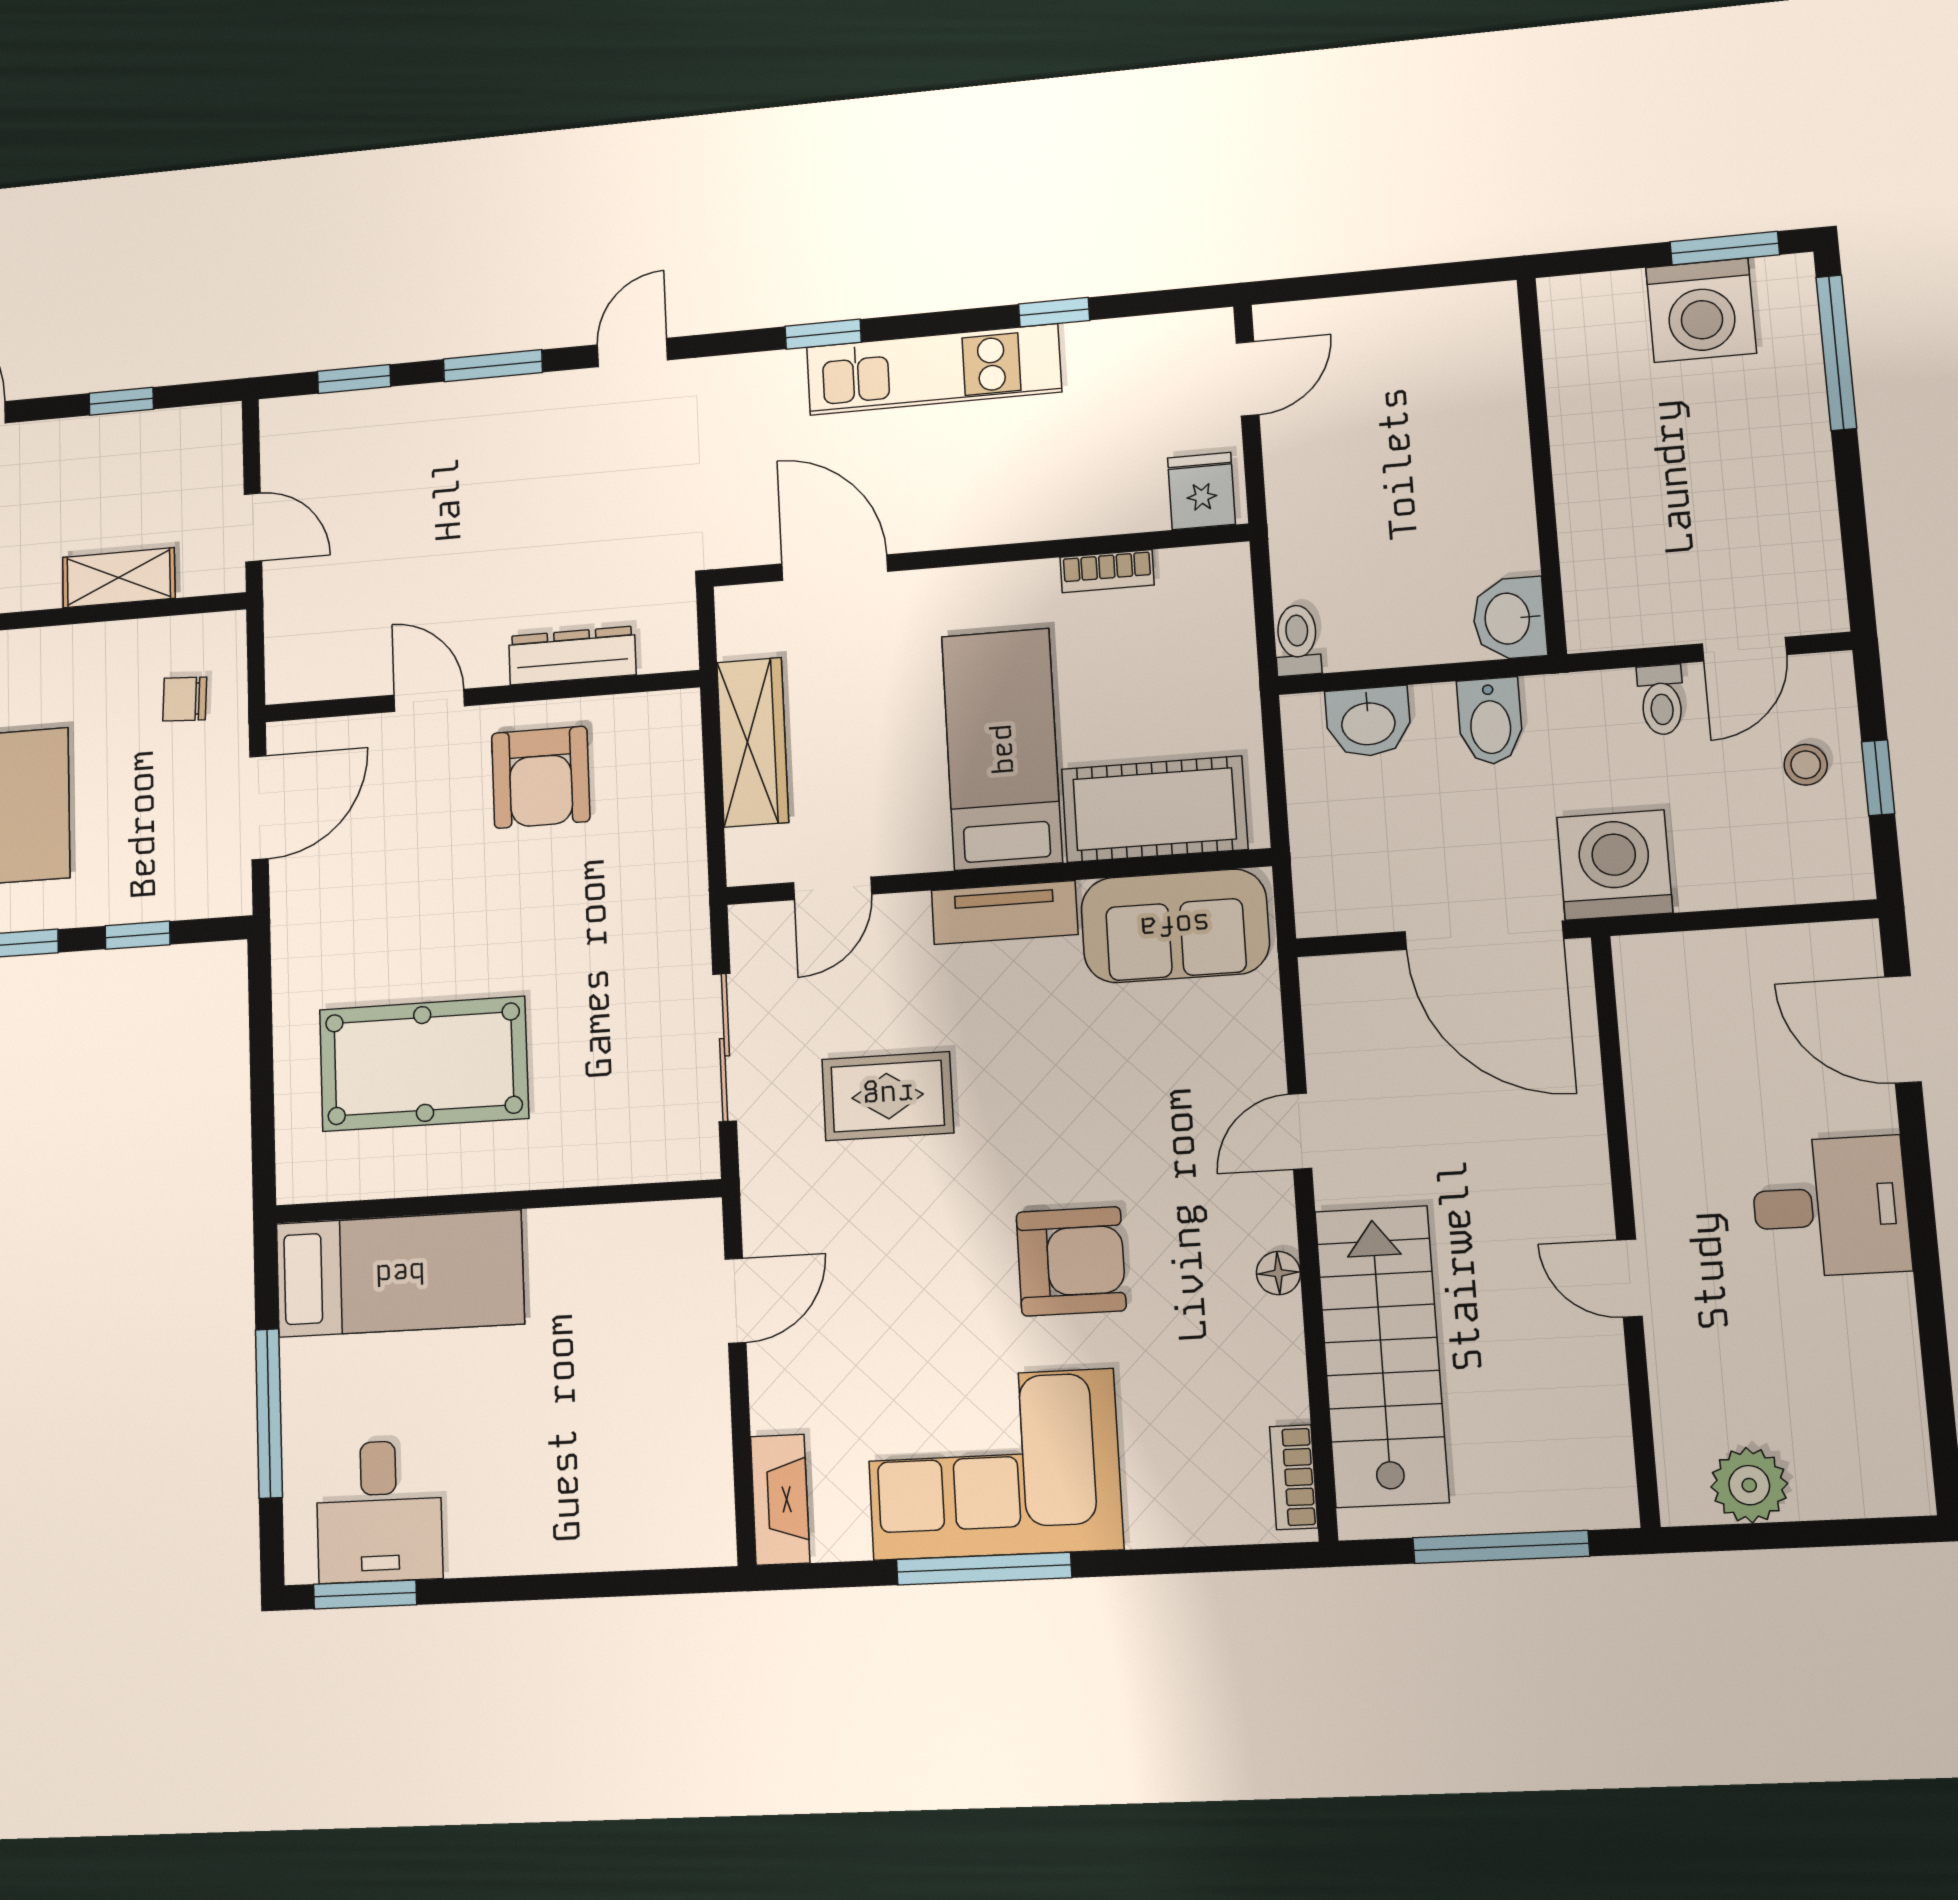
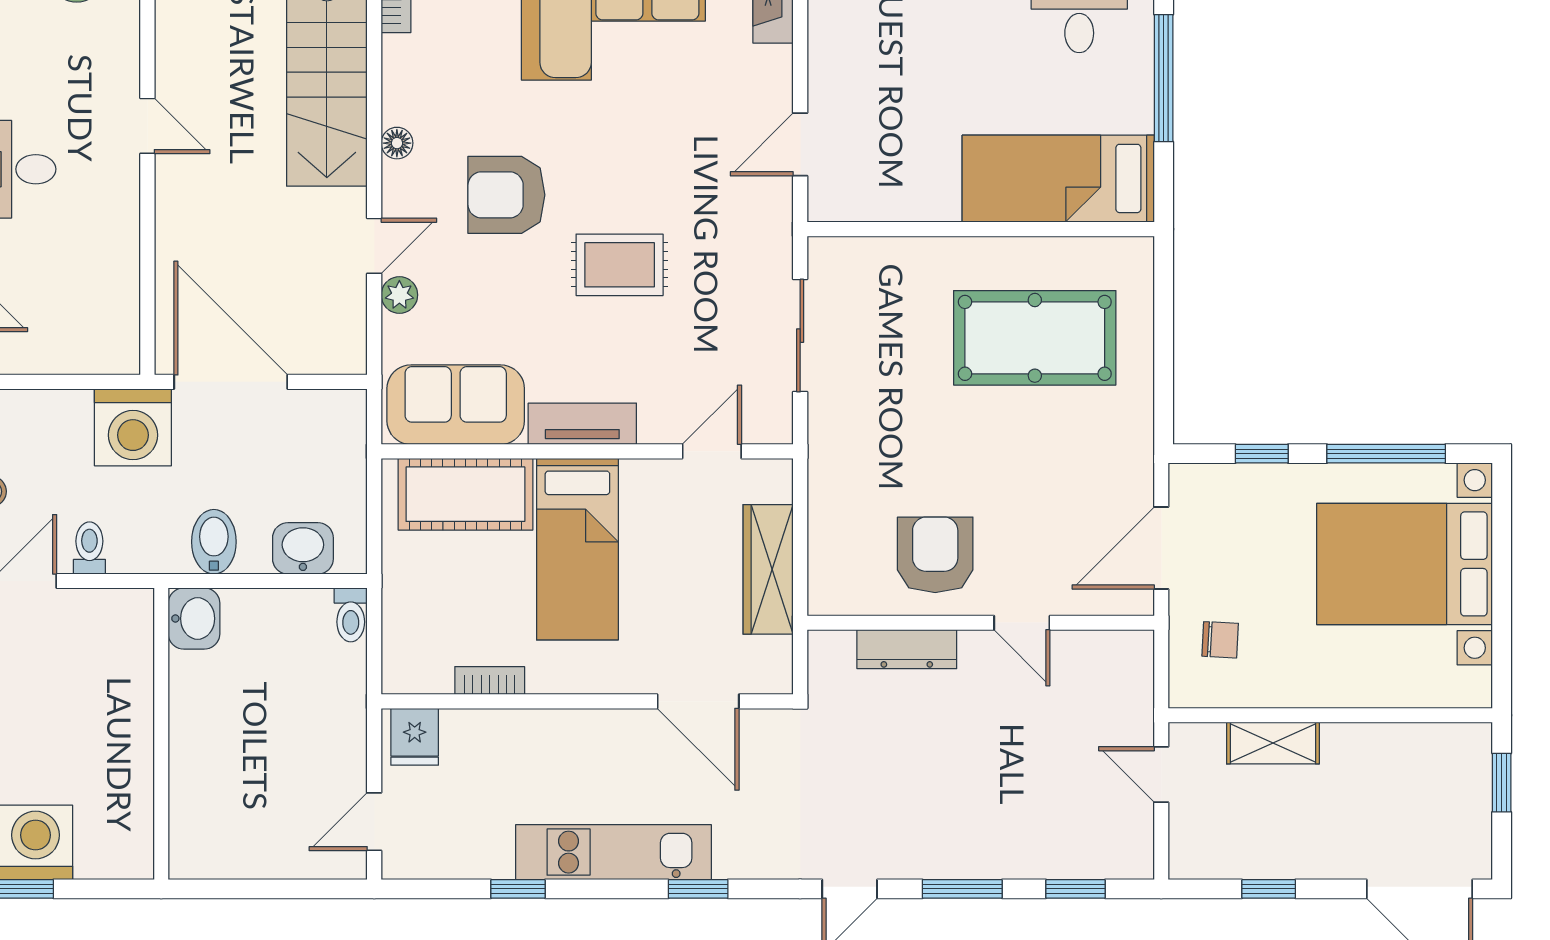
plant: (1261, 1067) -> (399, 295), added
rug: (888, 1096) -> (620, 265), moved
armchair: (1071, 1261) -> (506, 195), moved

